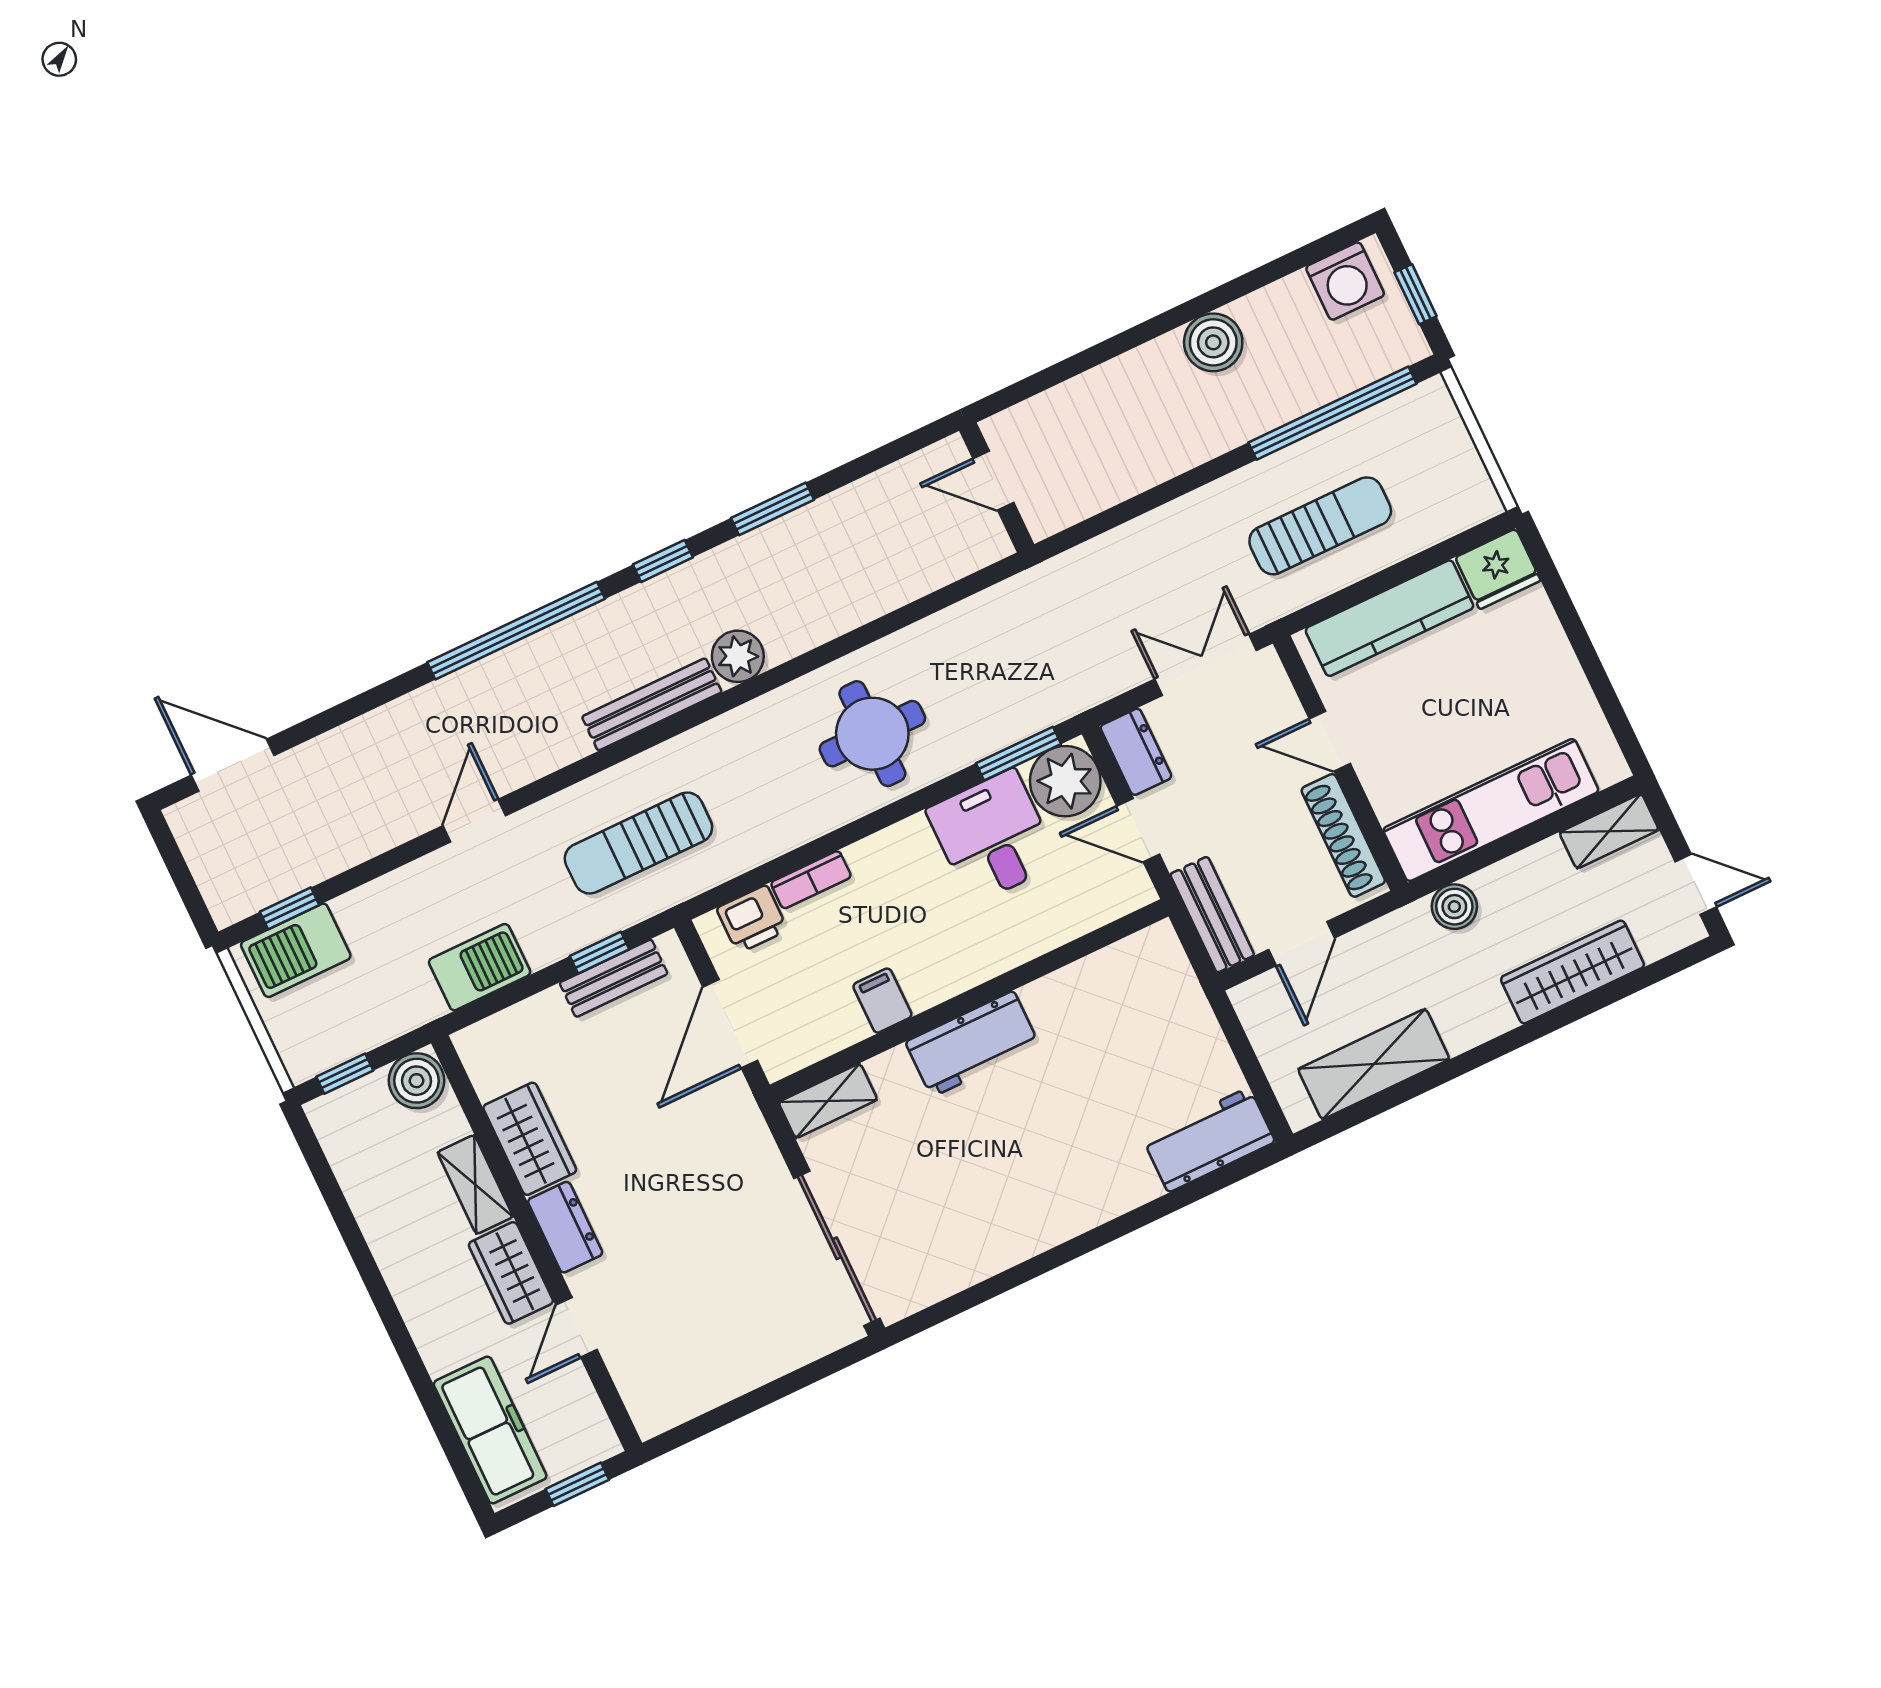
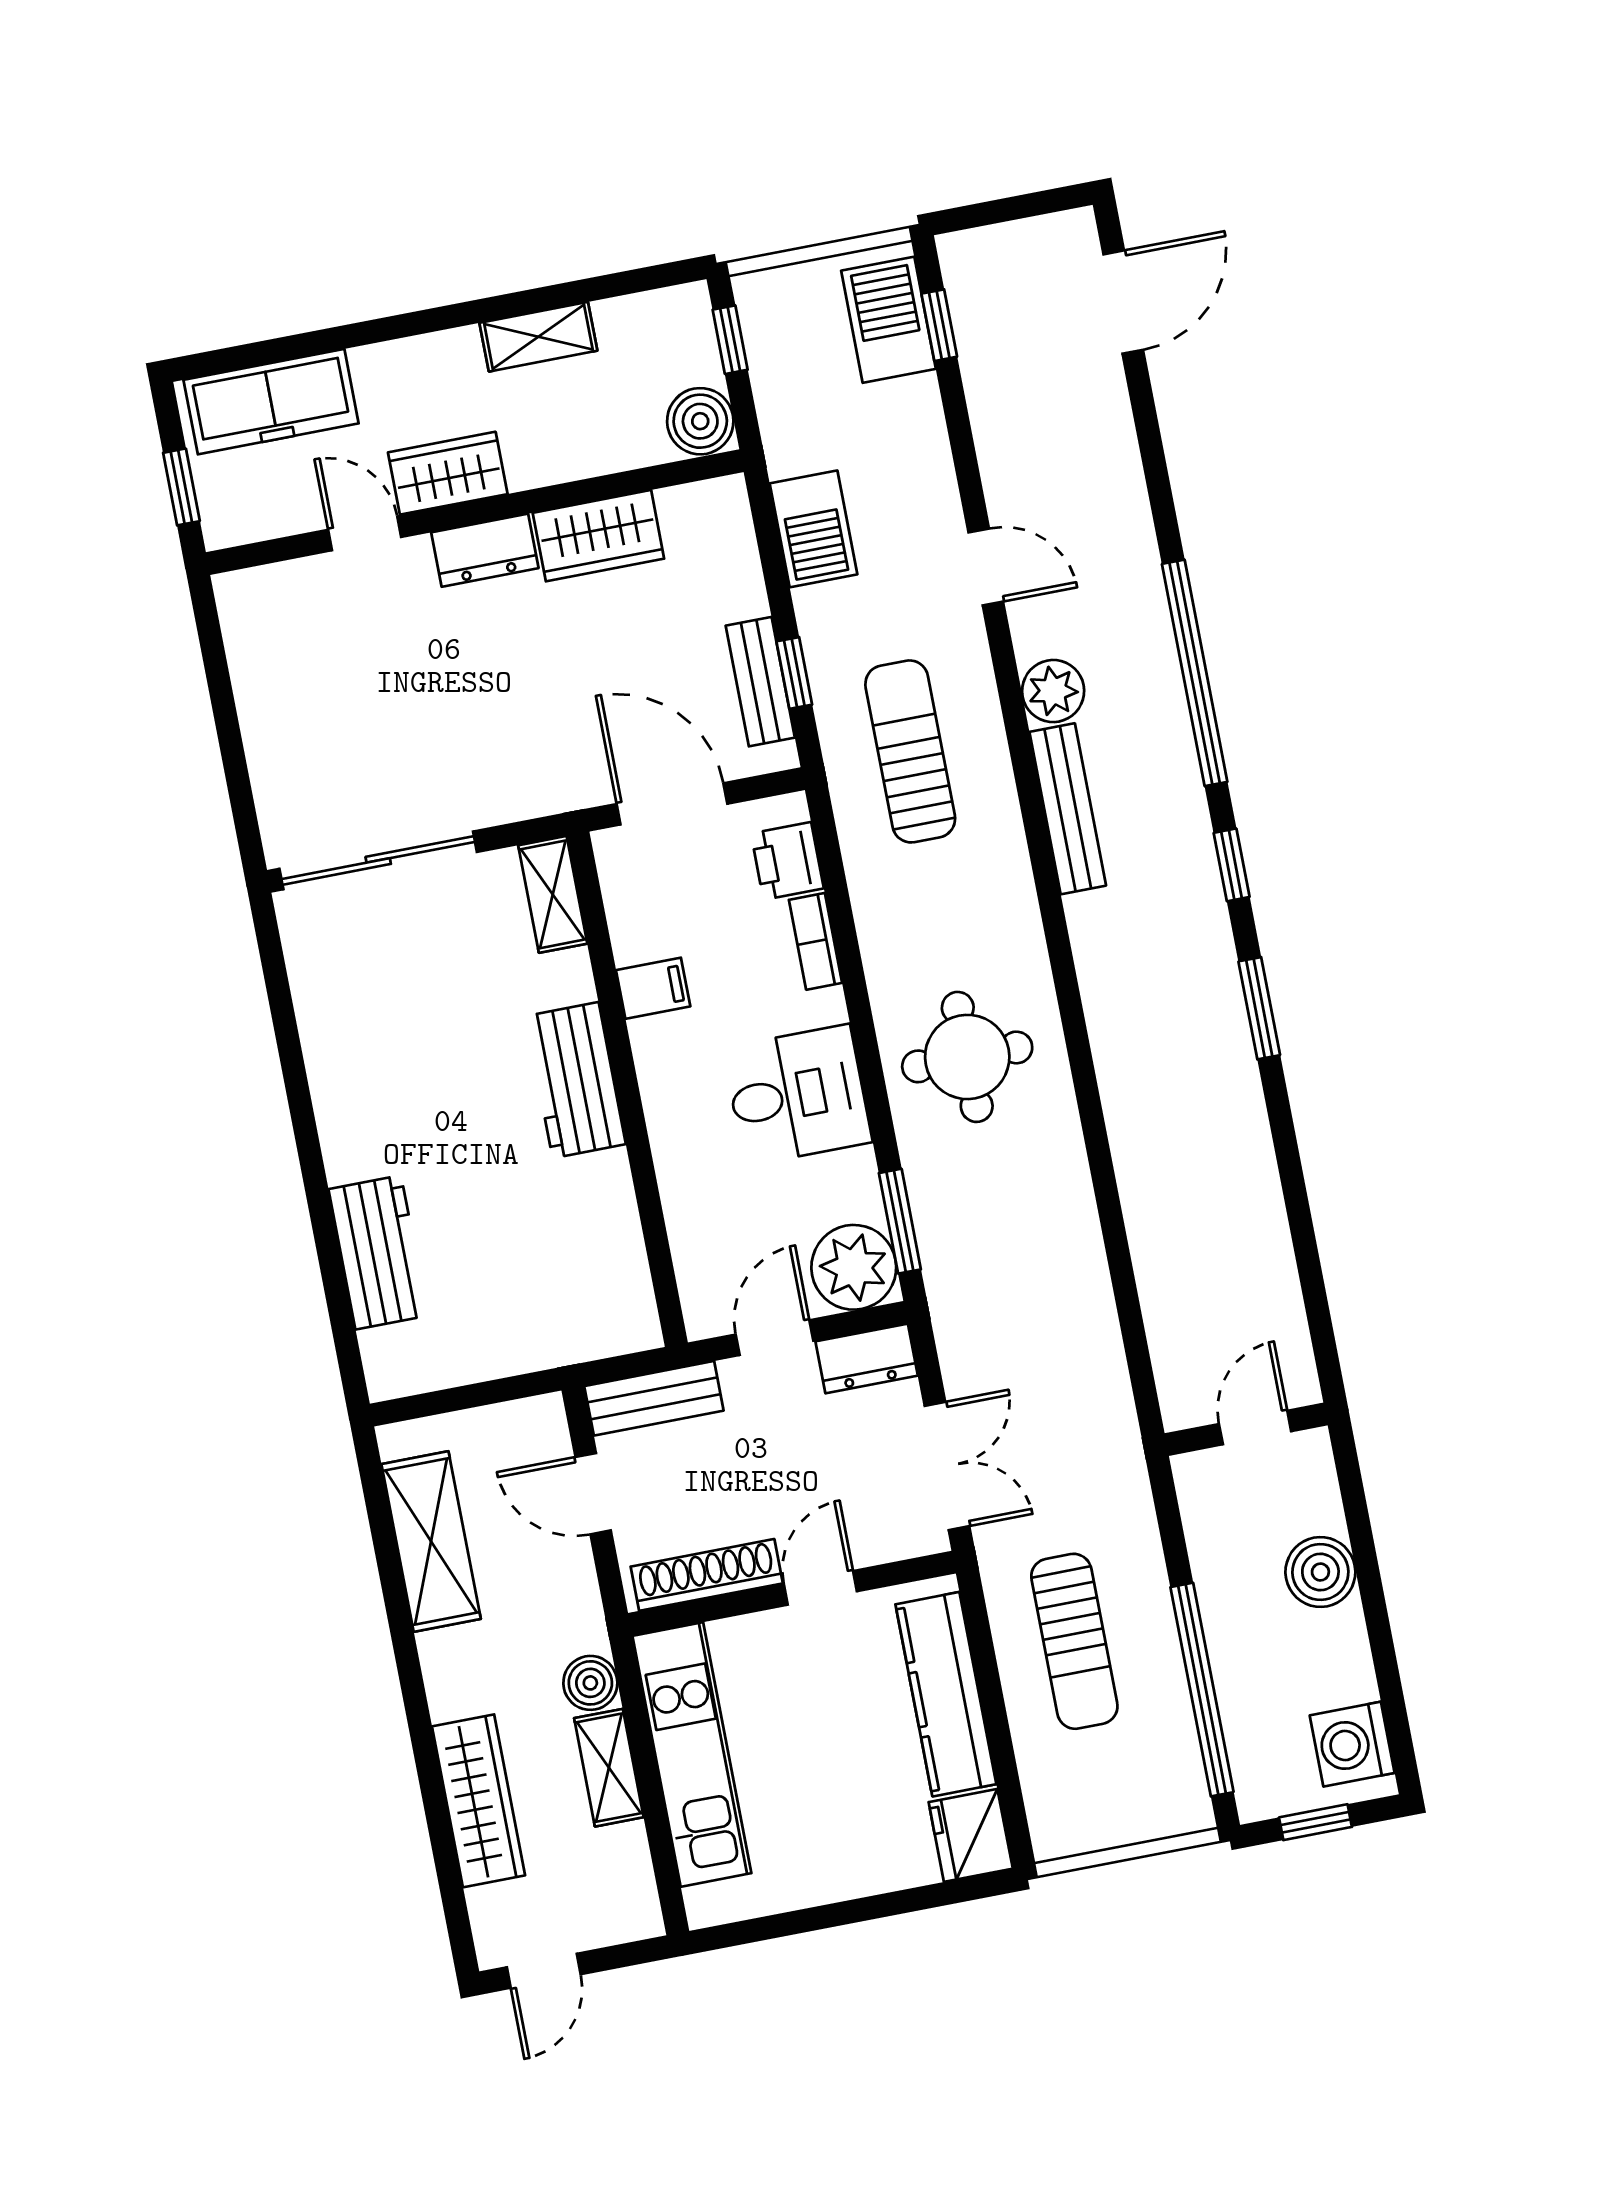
door: (993, 481) -> (1255, 1428), moved
wall: (997, 487) -> (1246, 1429), moved
plant: (738, 656) -> (1053, 691), moved
shelving: (1609, 831) -> (609, 1768), moved
desk: (993, 837) -> (797, 1095), moved
workbench: (1209, 1140) -> (378, 1252), moved
shelving: (475, 1184) -> (538, 337), moved

